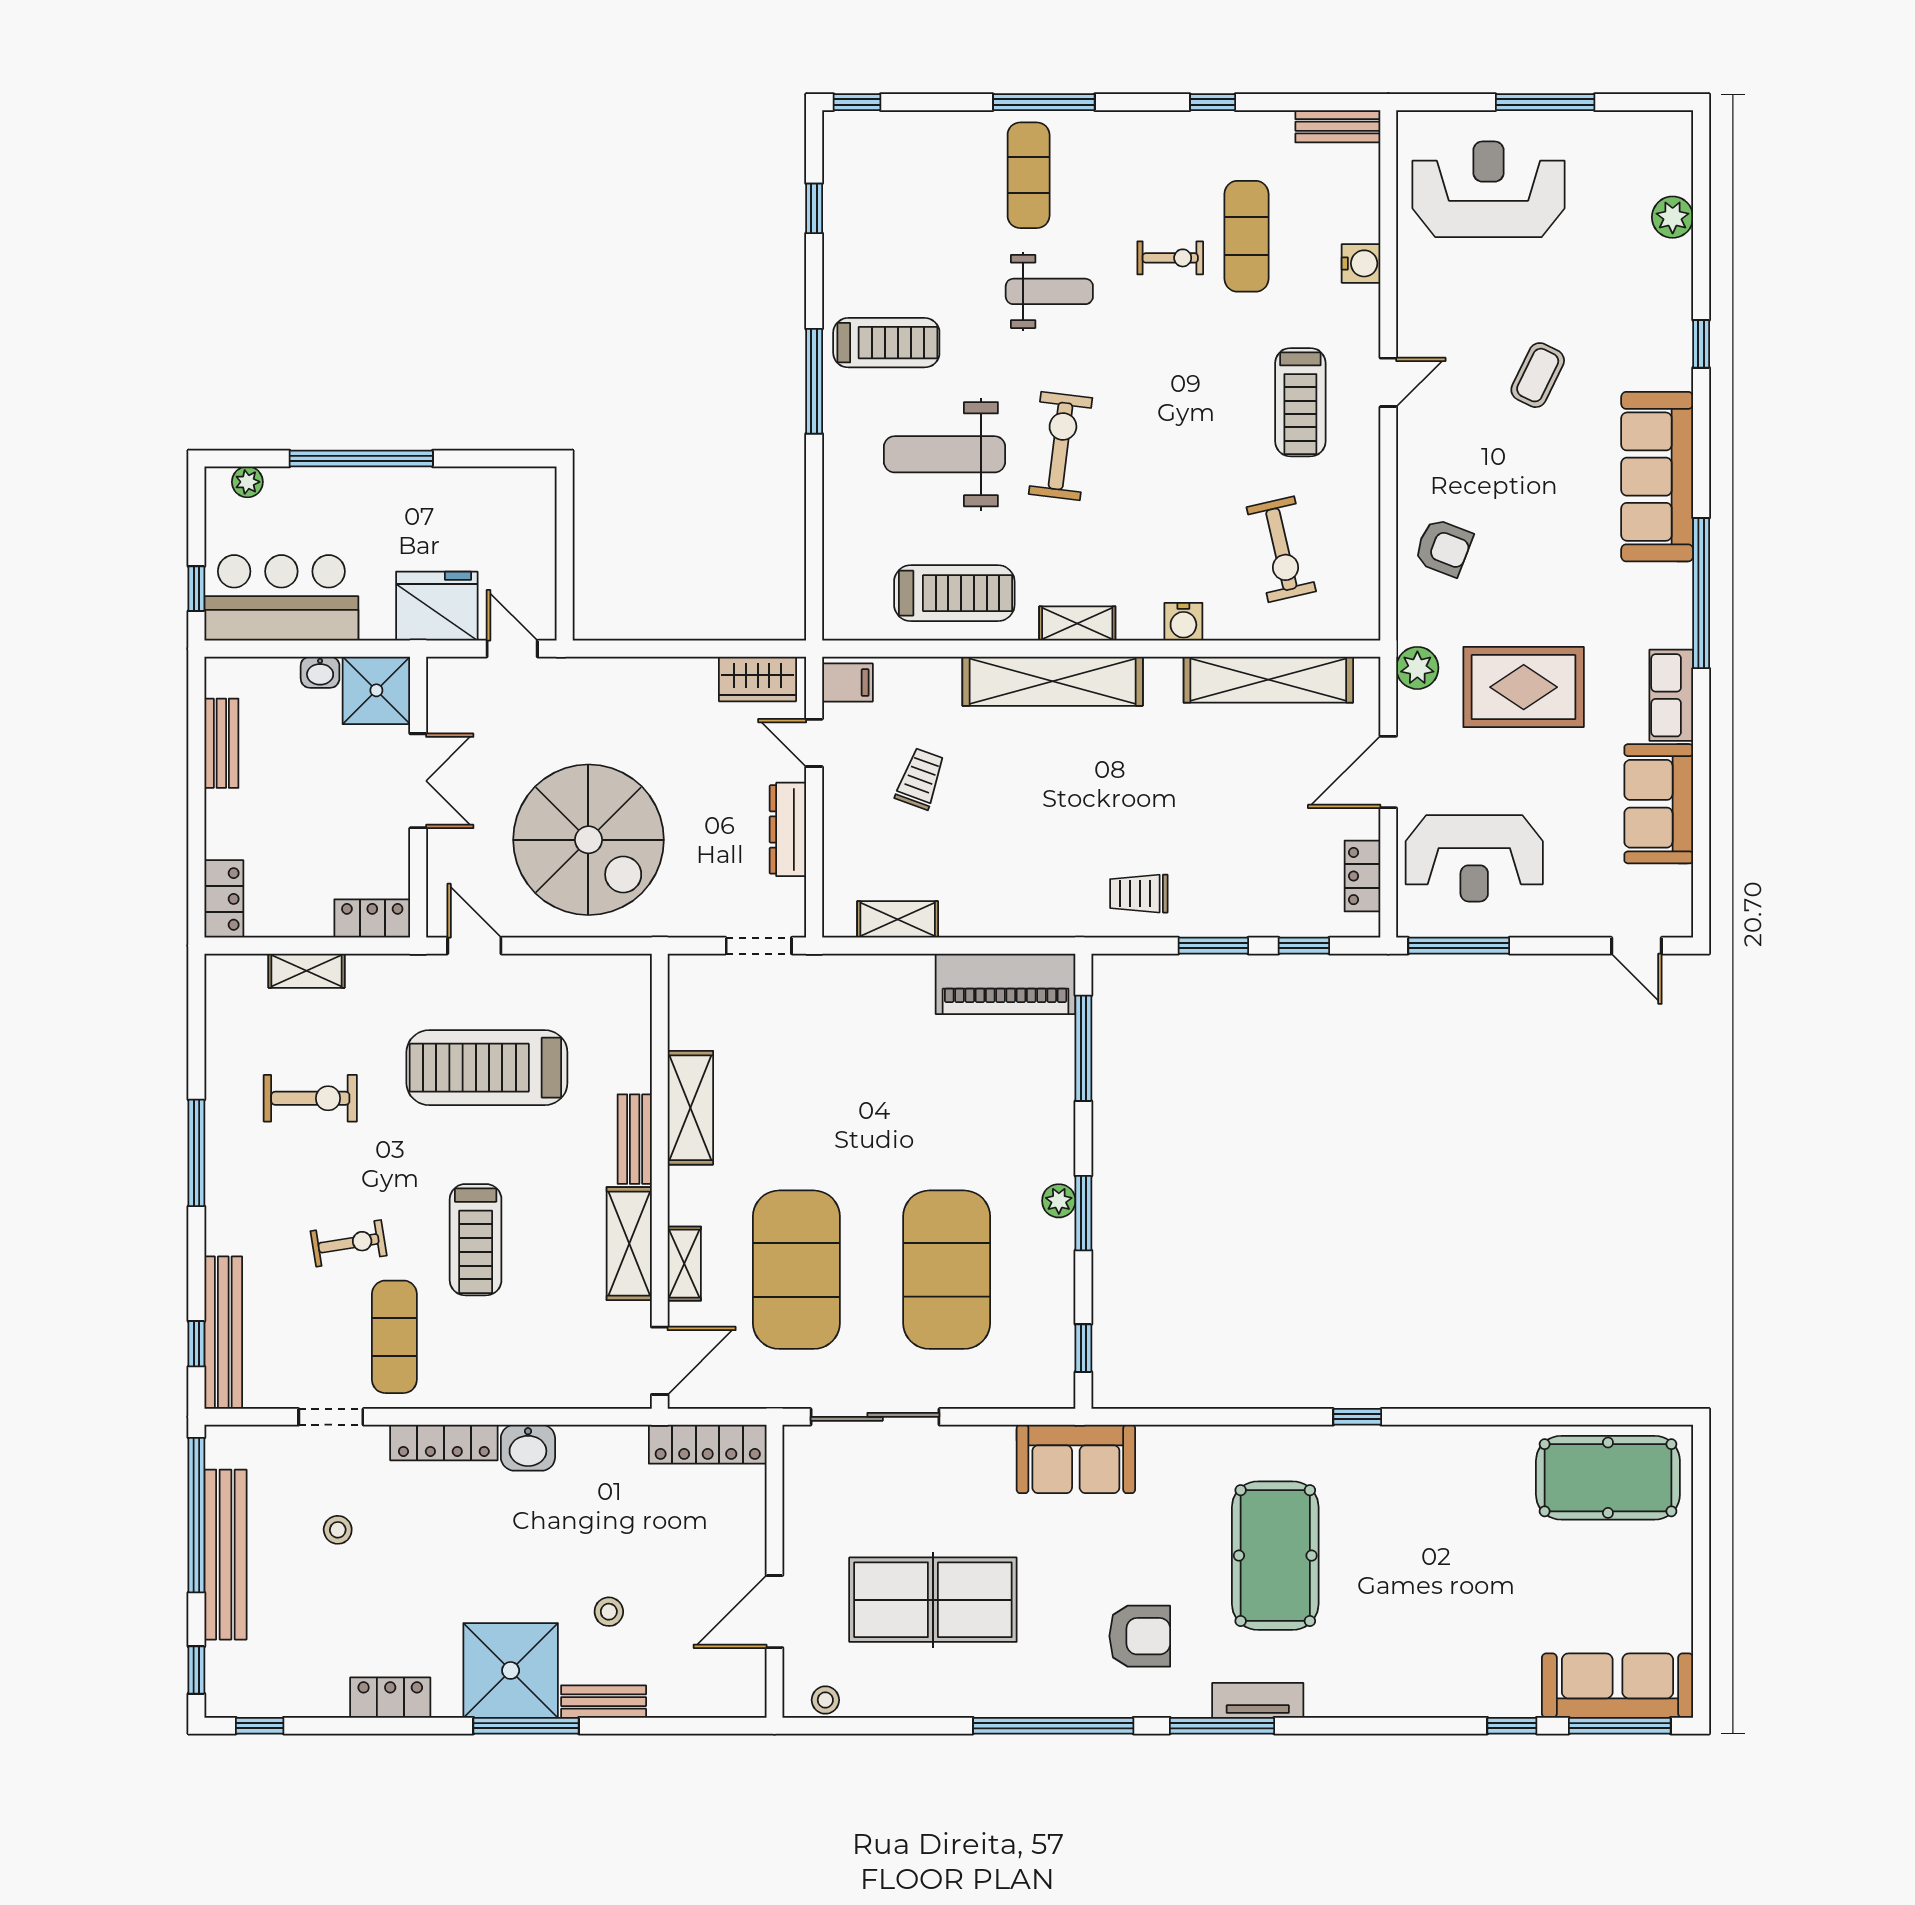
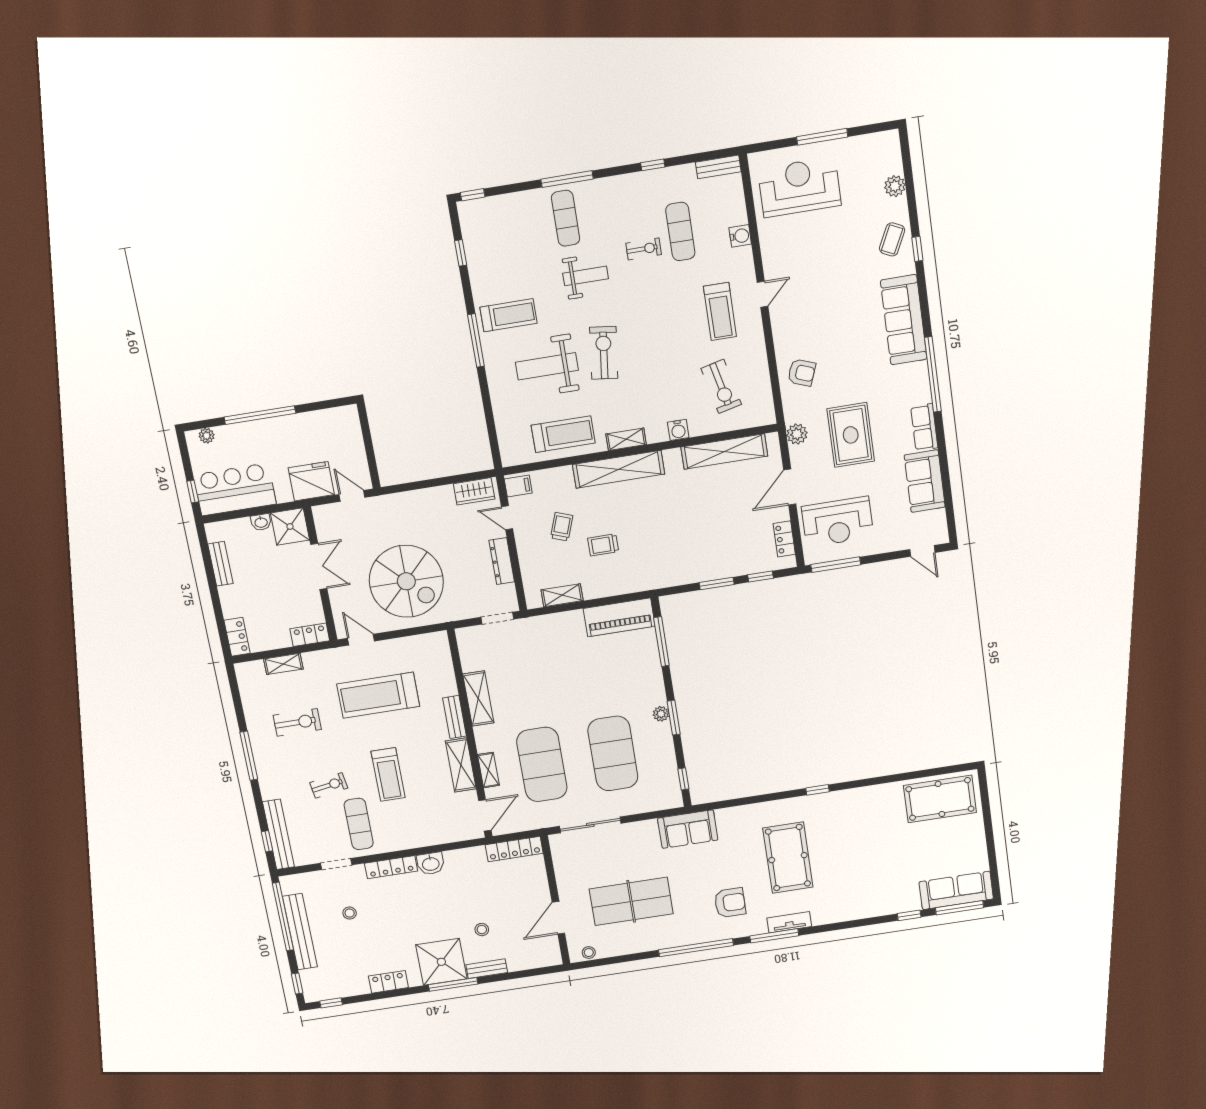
coffee table: (1538, 375) -> (892, 239), moved
rug: (1524, 687) -> (851, 435), turned 90
trolley: (1139, 894) -> (603, 545), moved

